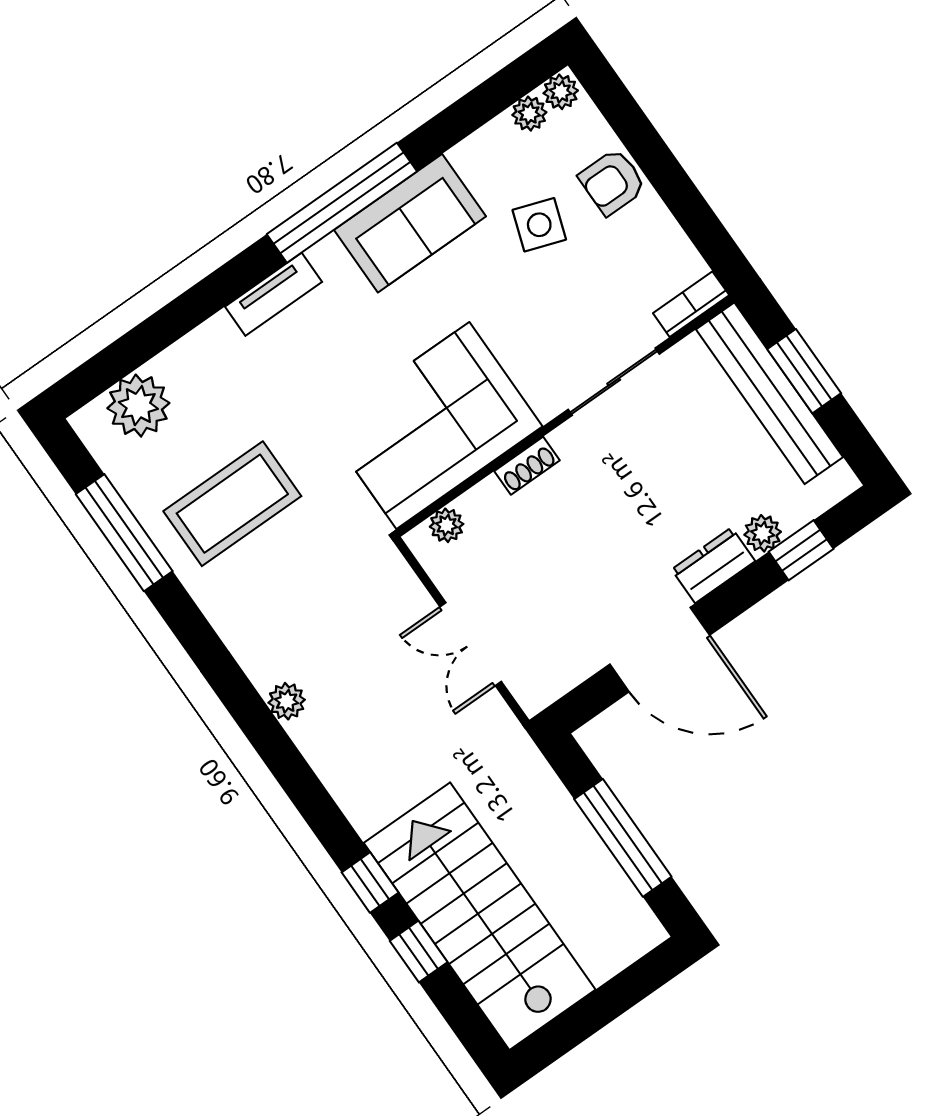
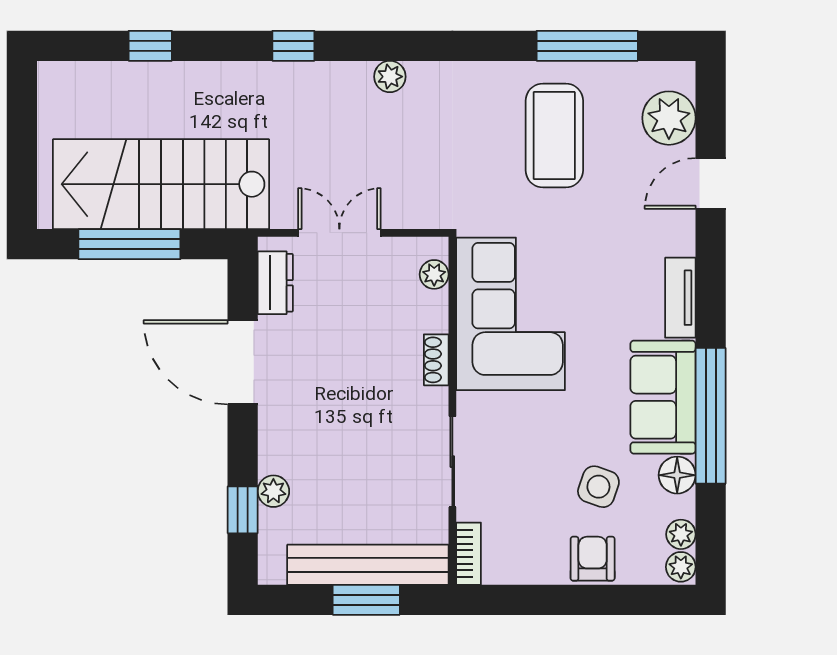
floor lamp: (475, 157) -> (677, 475), added
window: (342, 203) -> (711, 416), moved
tv unit: (273, 294) -> (680, 298), moved
door: (173, 322) -> (711, 183), added
dresser: (713, 565) -> (275, 283), moved
door: (660, 650) -> (243, 362), hinge flipped
window: (370, 883) -> (293, 46), moved
stairs: (480, 916) -> (161, 184), moved, turned 180

